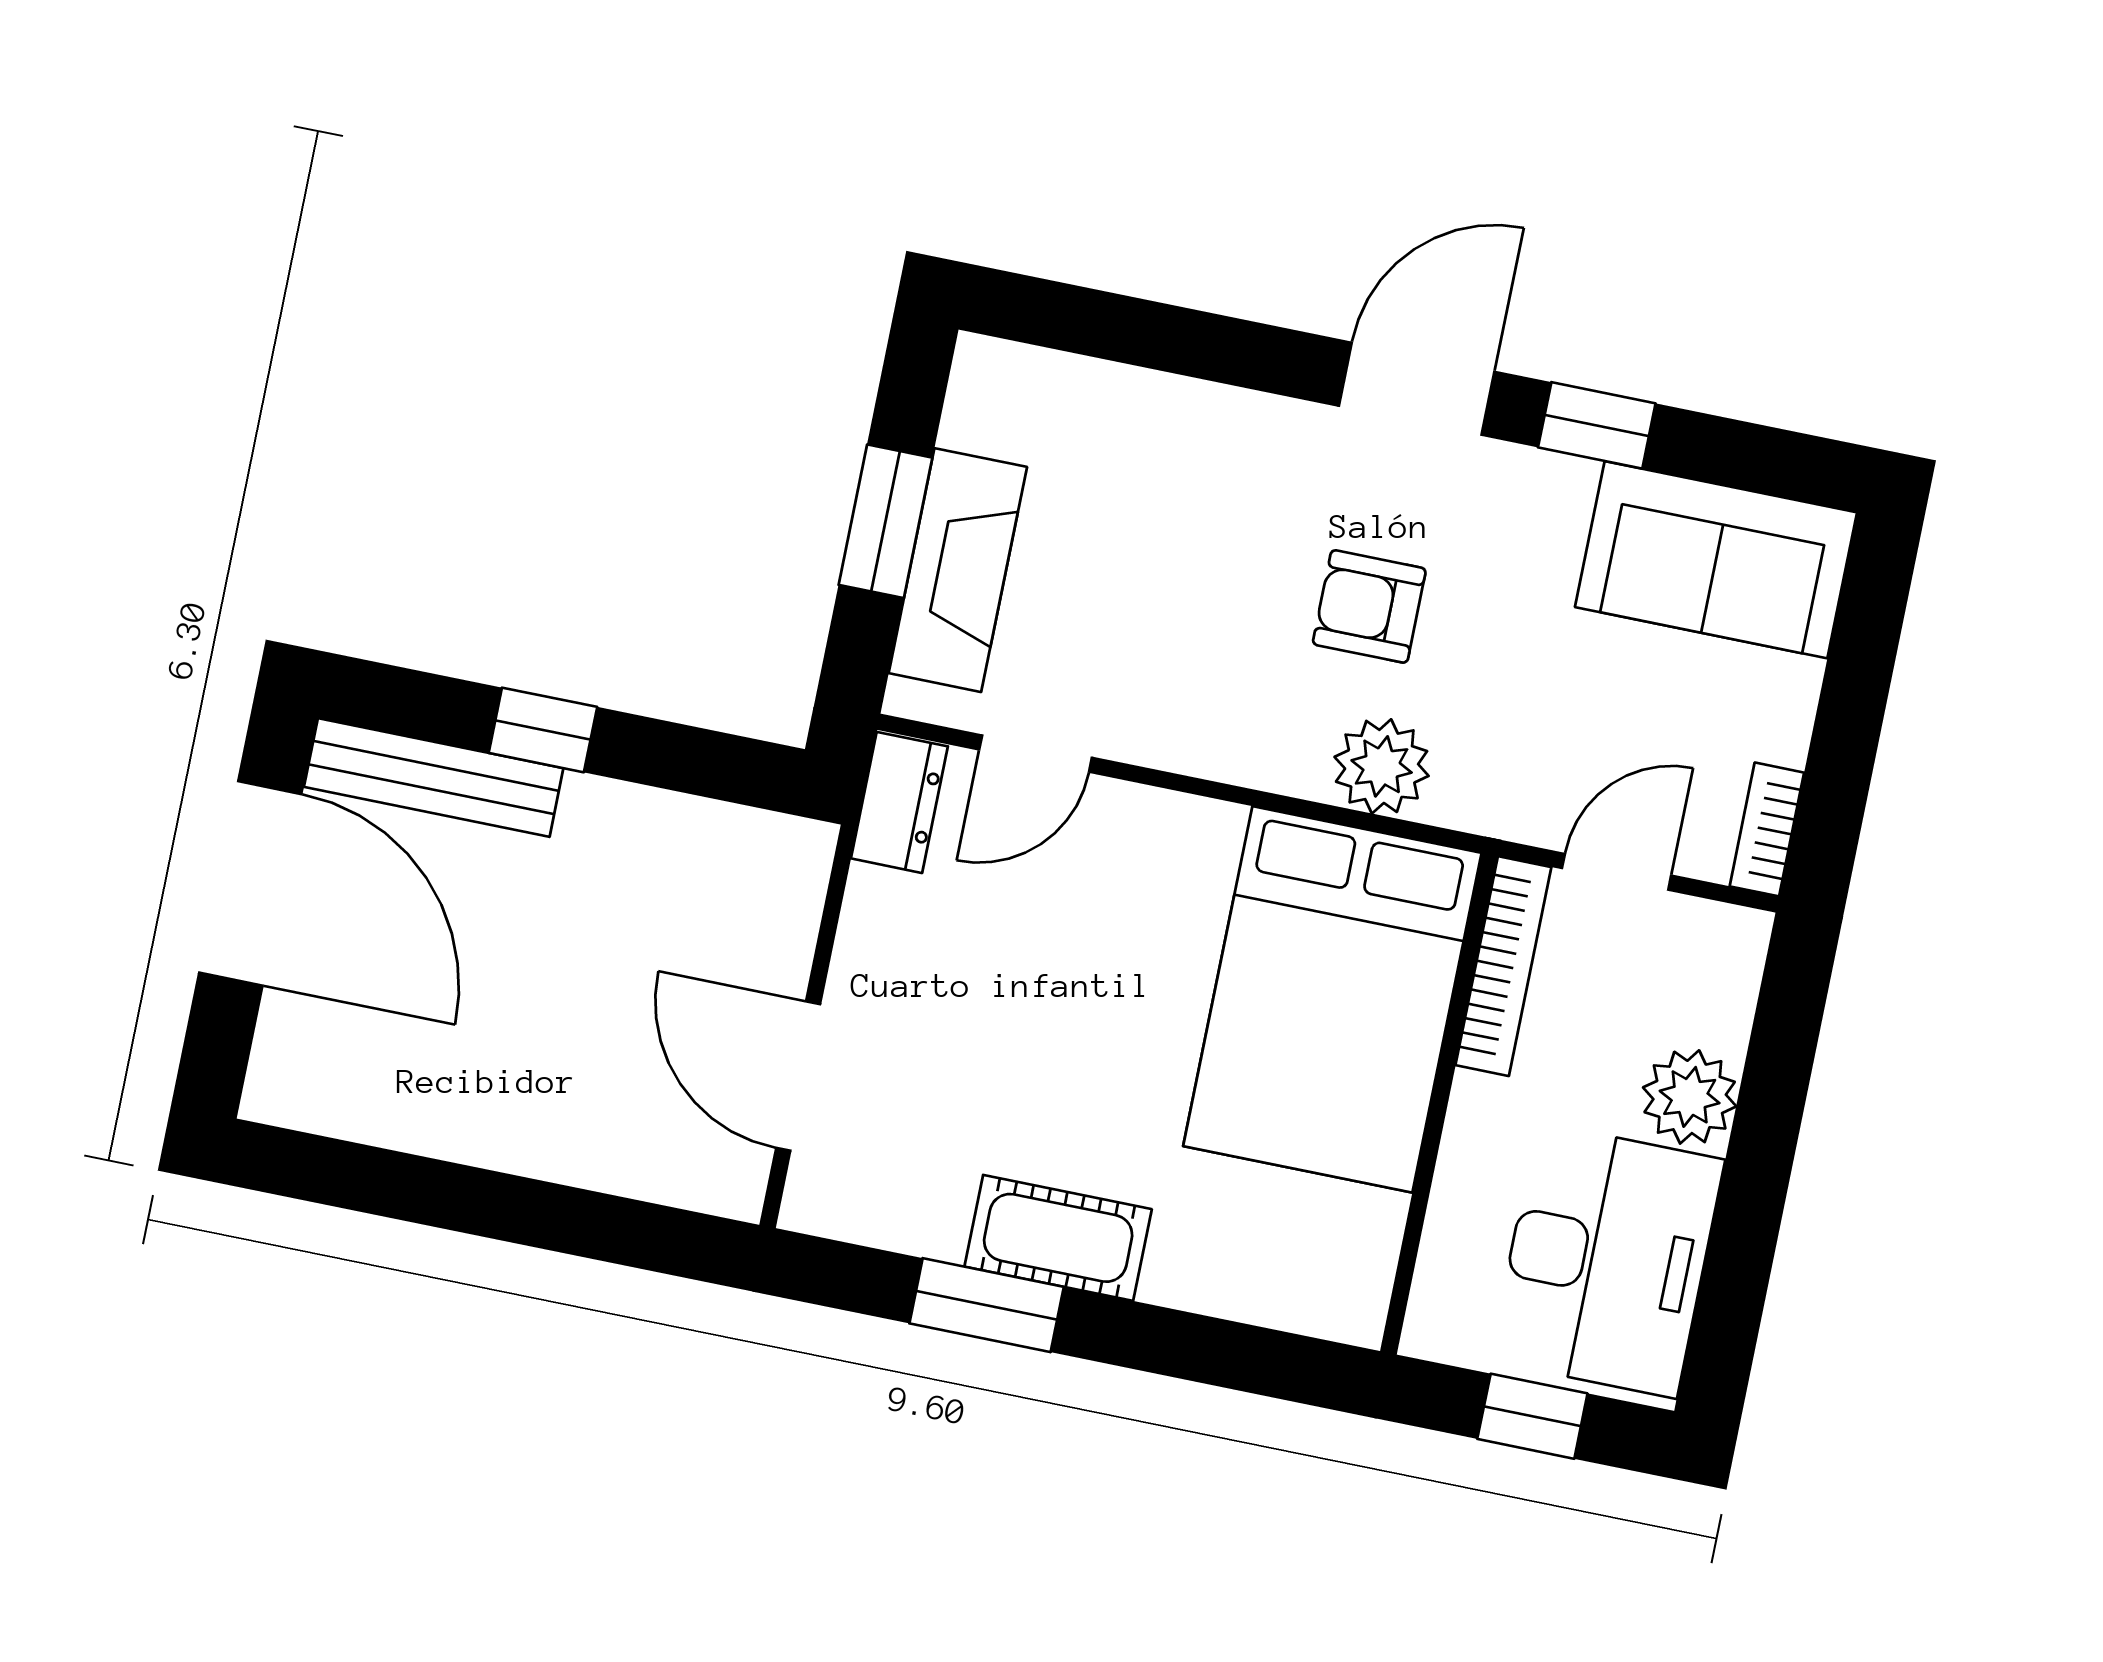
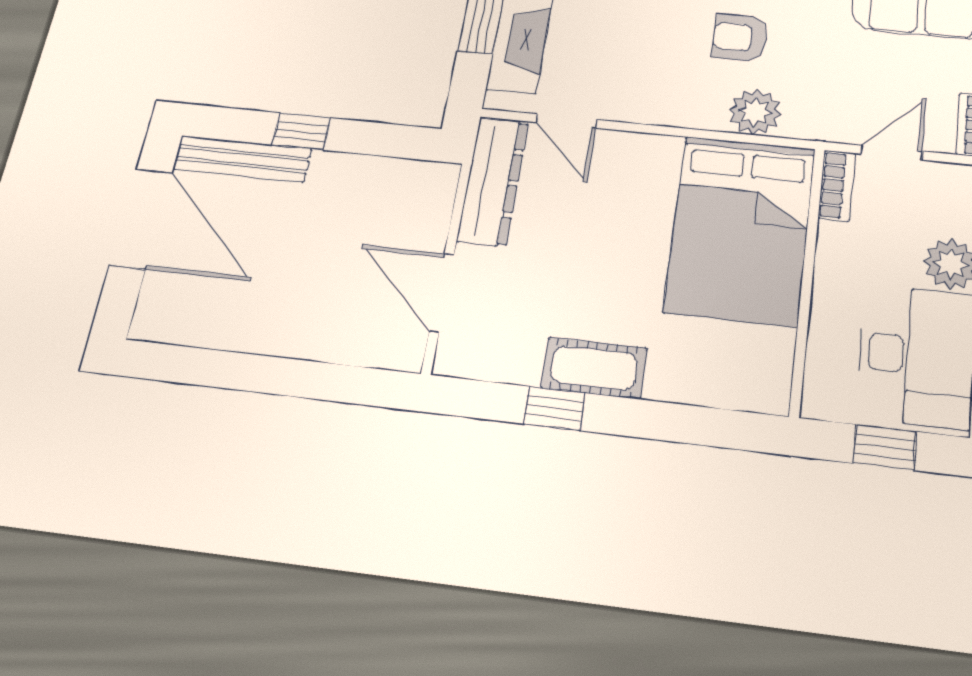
door: (1036, 754) -> (566, 121), hinge flipped
dresser: (899, 802) -> (493, 181), width x1.96, depth x1.24
bookcase: (1503, 966) -> (837, 185), width x0.64
window: (987, 1305) -> (554, 408), width x0.67

